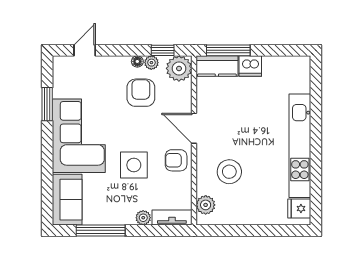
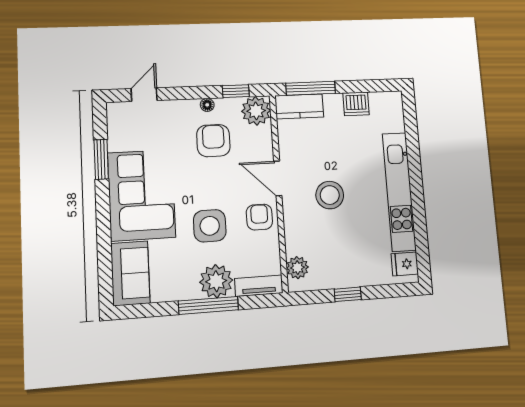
plant: (151, 63) -> (224, 106), removed
dishwasher: (250, 66) -> (356, 104), moved
armchair: (176, 160) -> (259, 217), turned 90
stool: (229, 172) -> (330, 195), moved
plant: (143, 218) -> (216, 281), width x1.87, depth x1.87
window: (101, 230) -> (208, 305), moved
window: (247, 230) -> (348, 294), added

